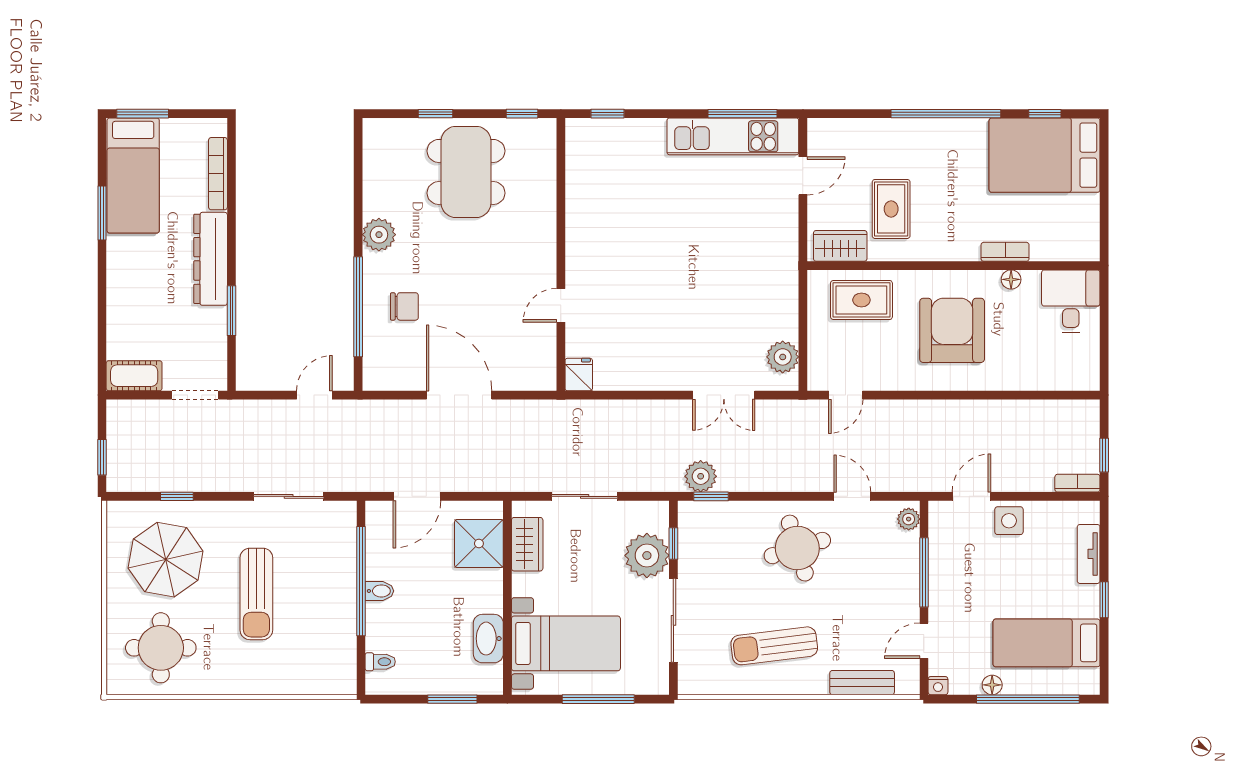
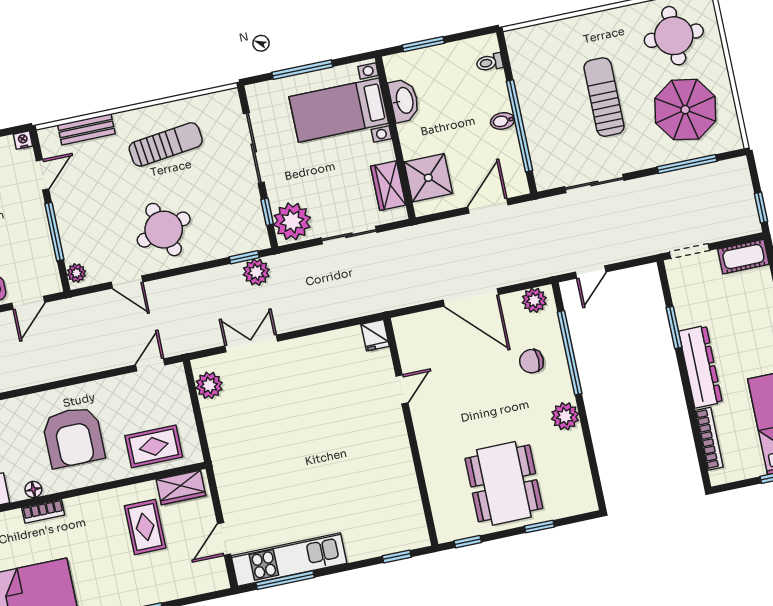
plant: (386, 376) -> (534, 300), added
window: (102, 457) -> (761, 208), moved
window: (177, 496) -> (687, 164), width x2.17
plant: (647, 555) -> (292, 221), moved

